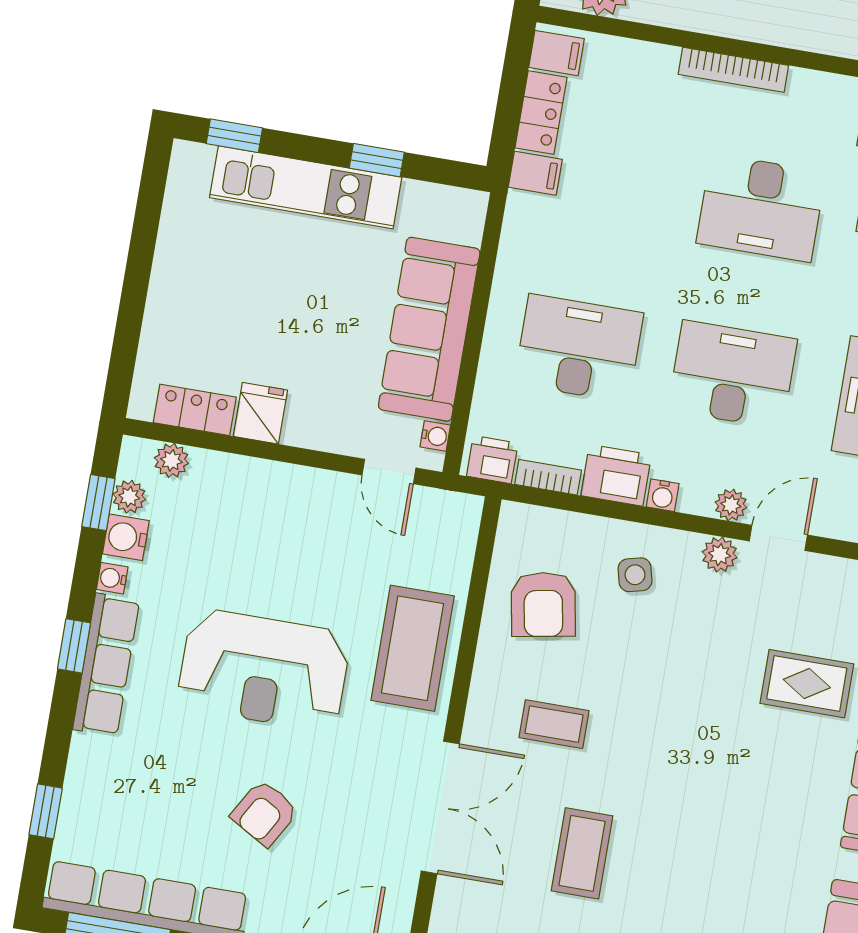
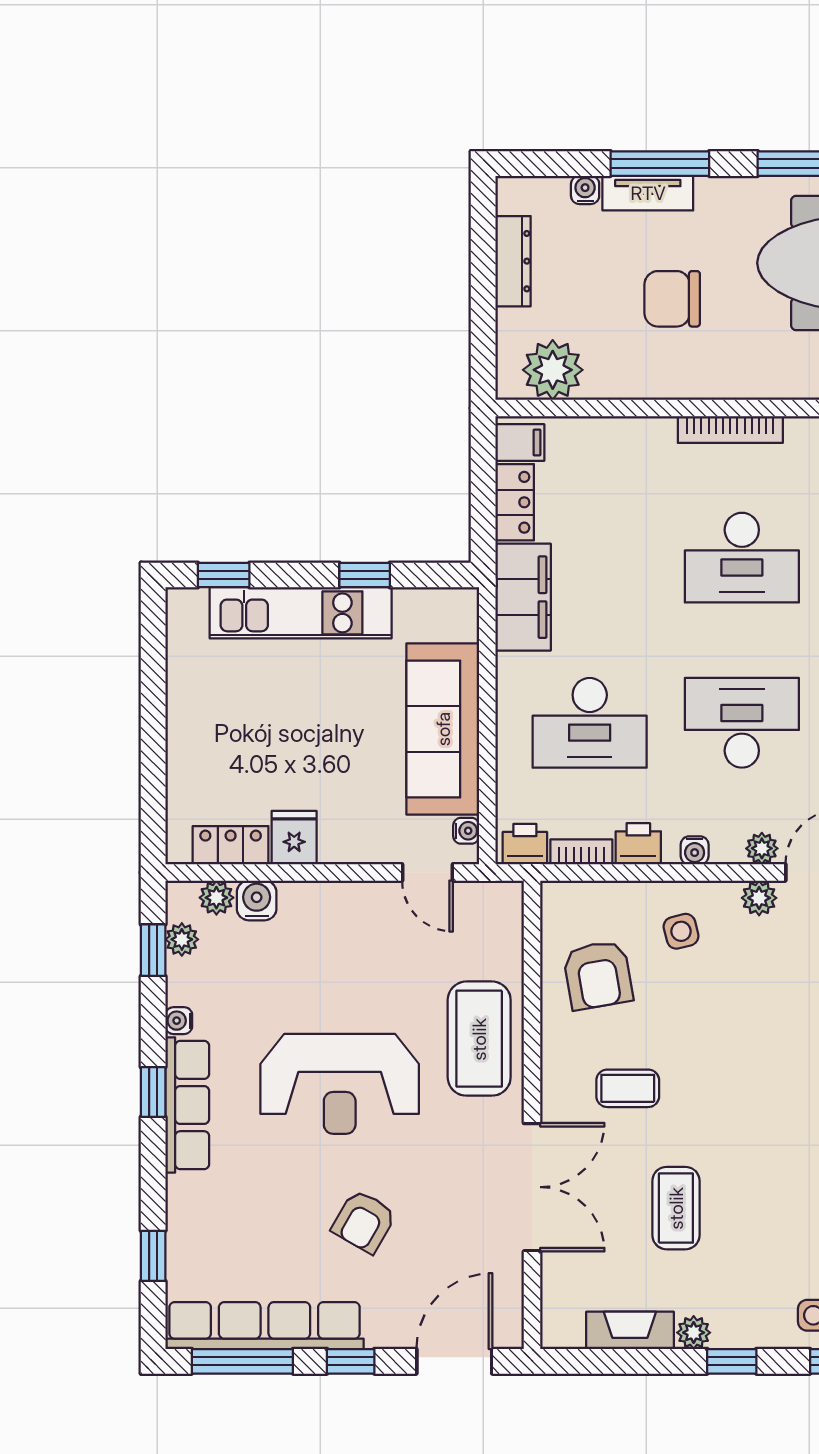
bookcase: (733, 70) -> (730, 430), moved
filing cabinet: (535, 173) -> (523, 597), width x3.00, depth x1.17
desk: (579, 348) -> (590, 723), turned 180
printer: (616, 475) -> (638, 844), width x0.73, depth x0.81
water cooler: (126, 537) -> (257, 900), moved, turned 90

